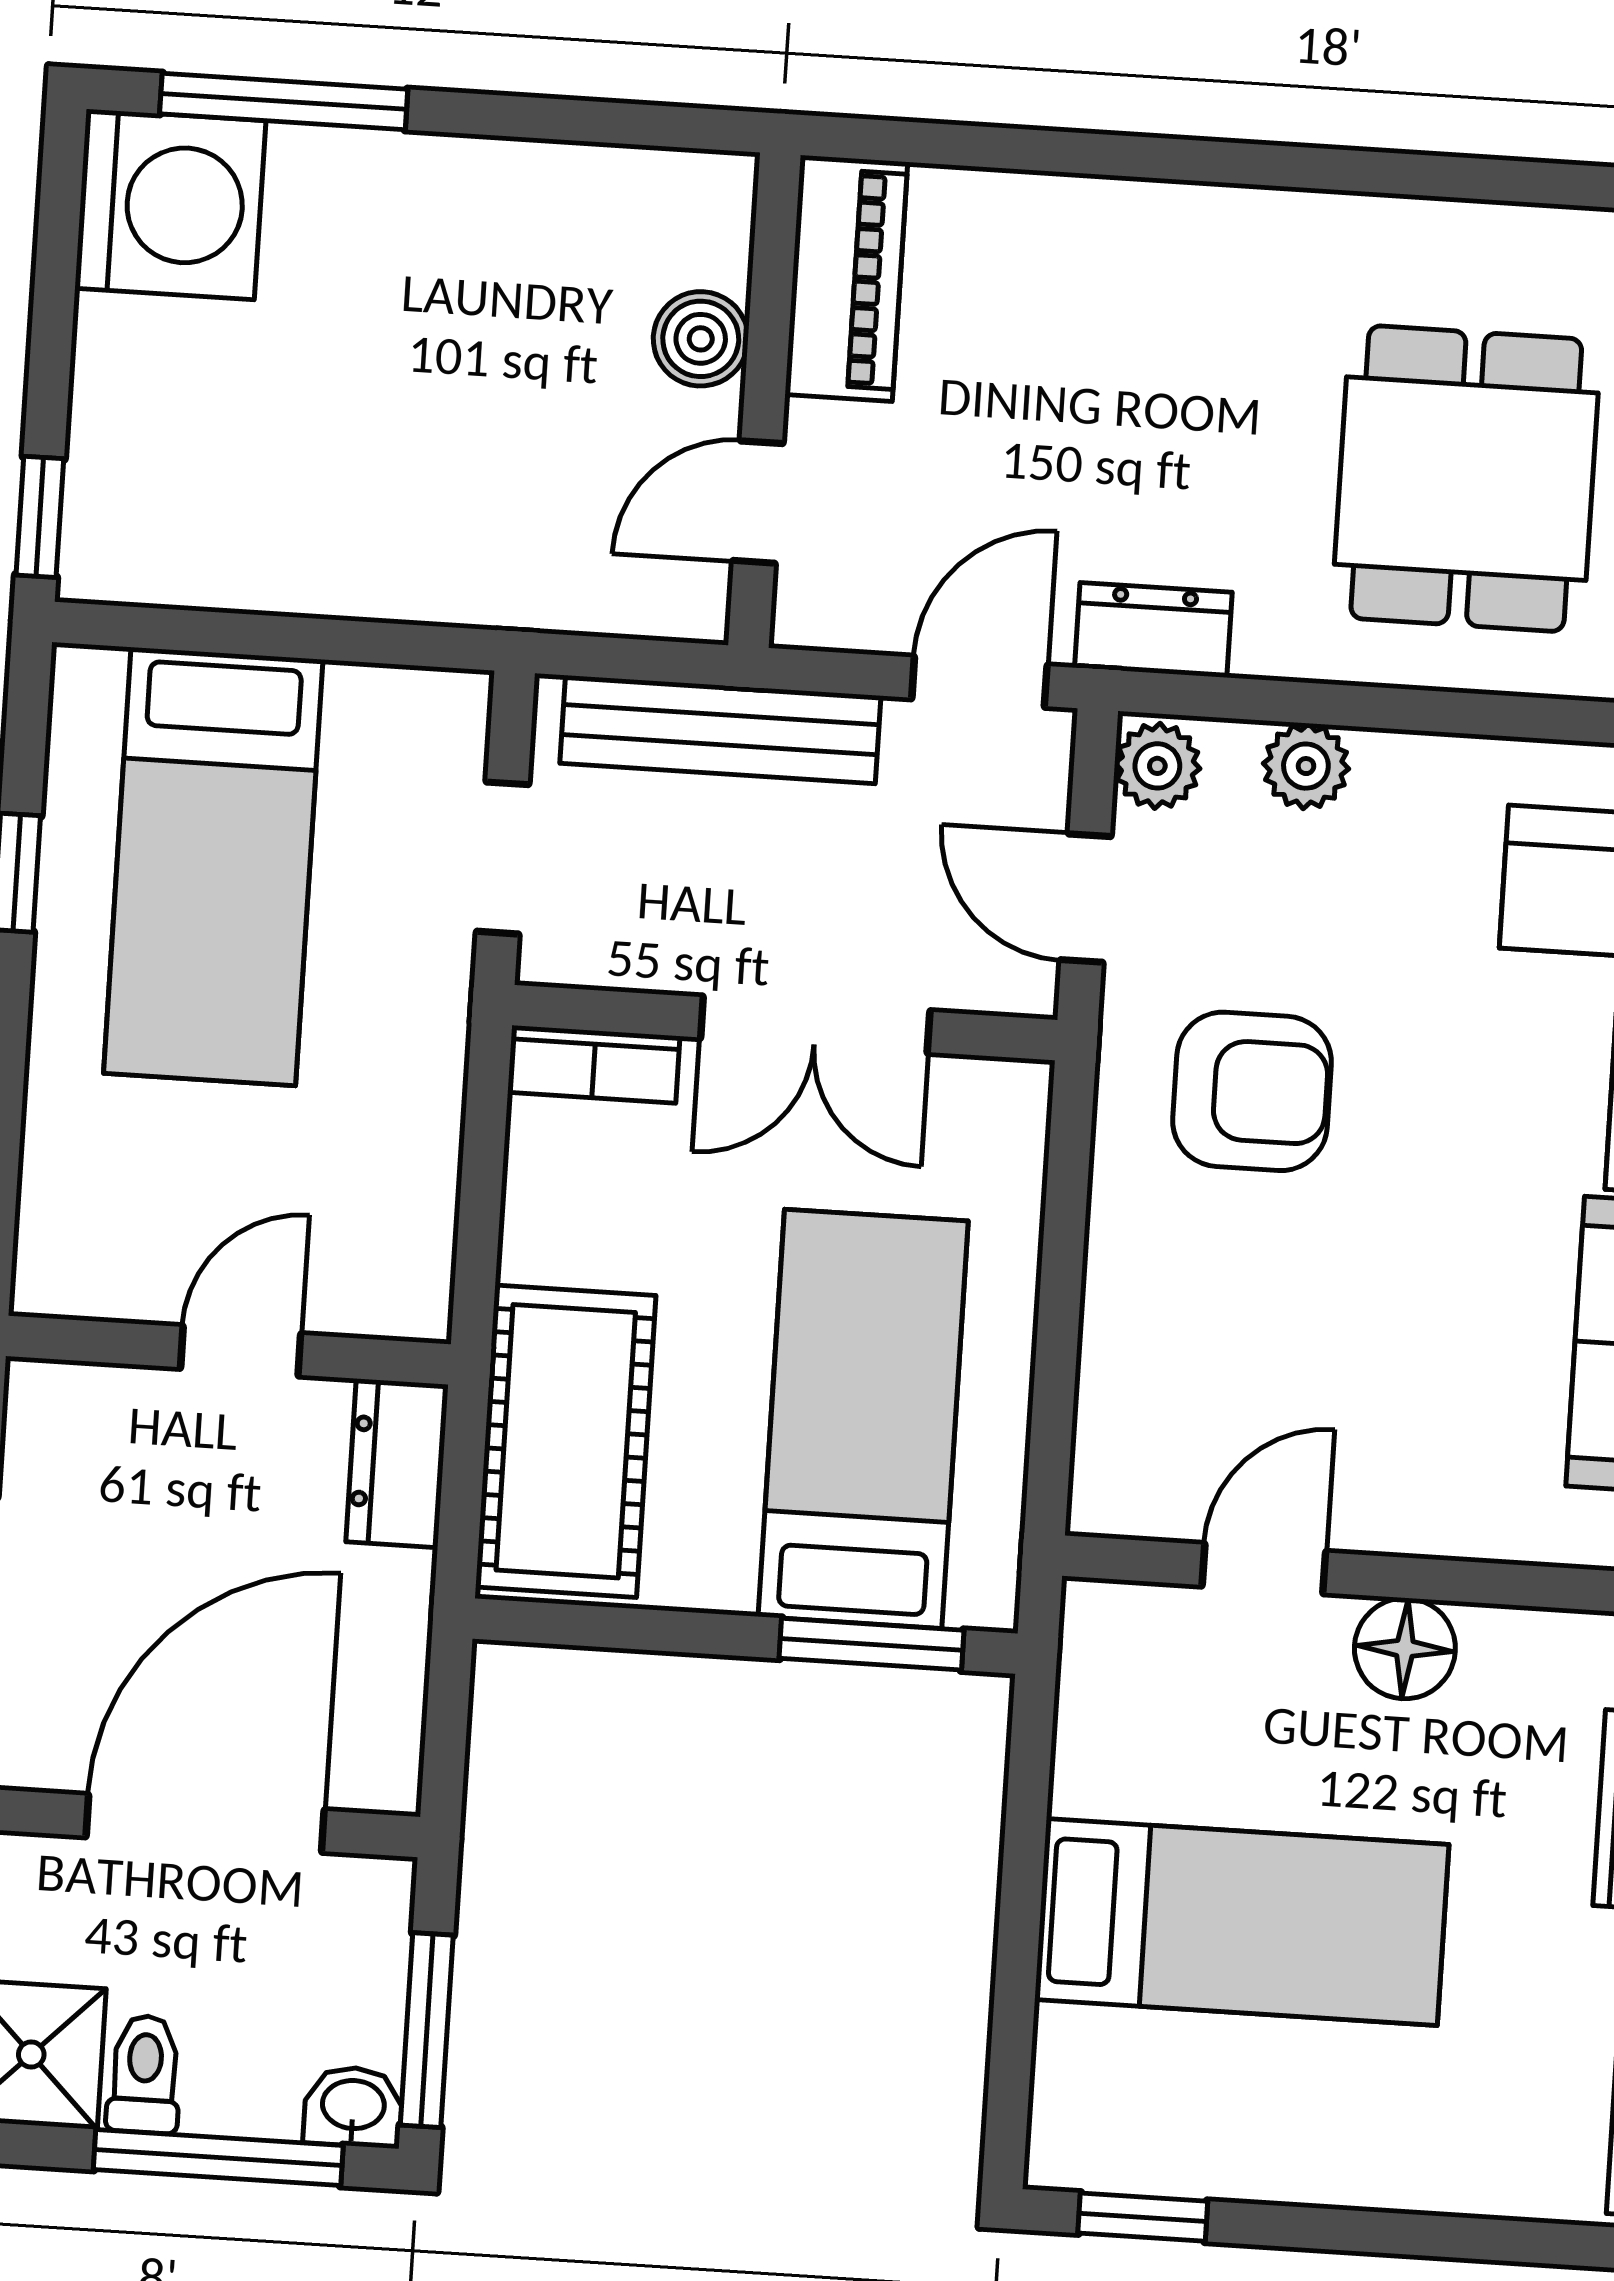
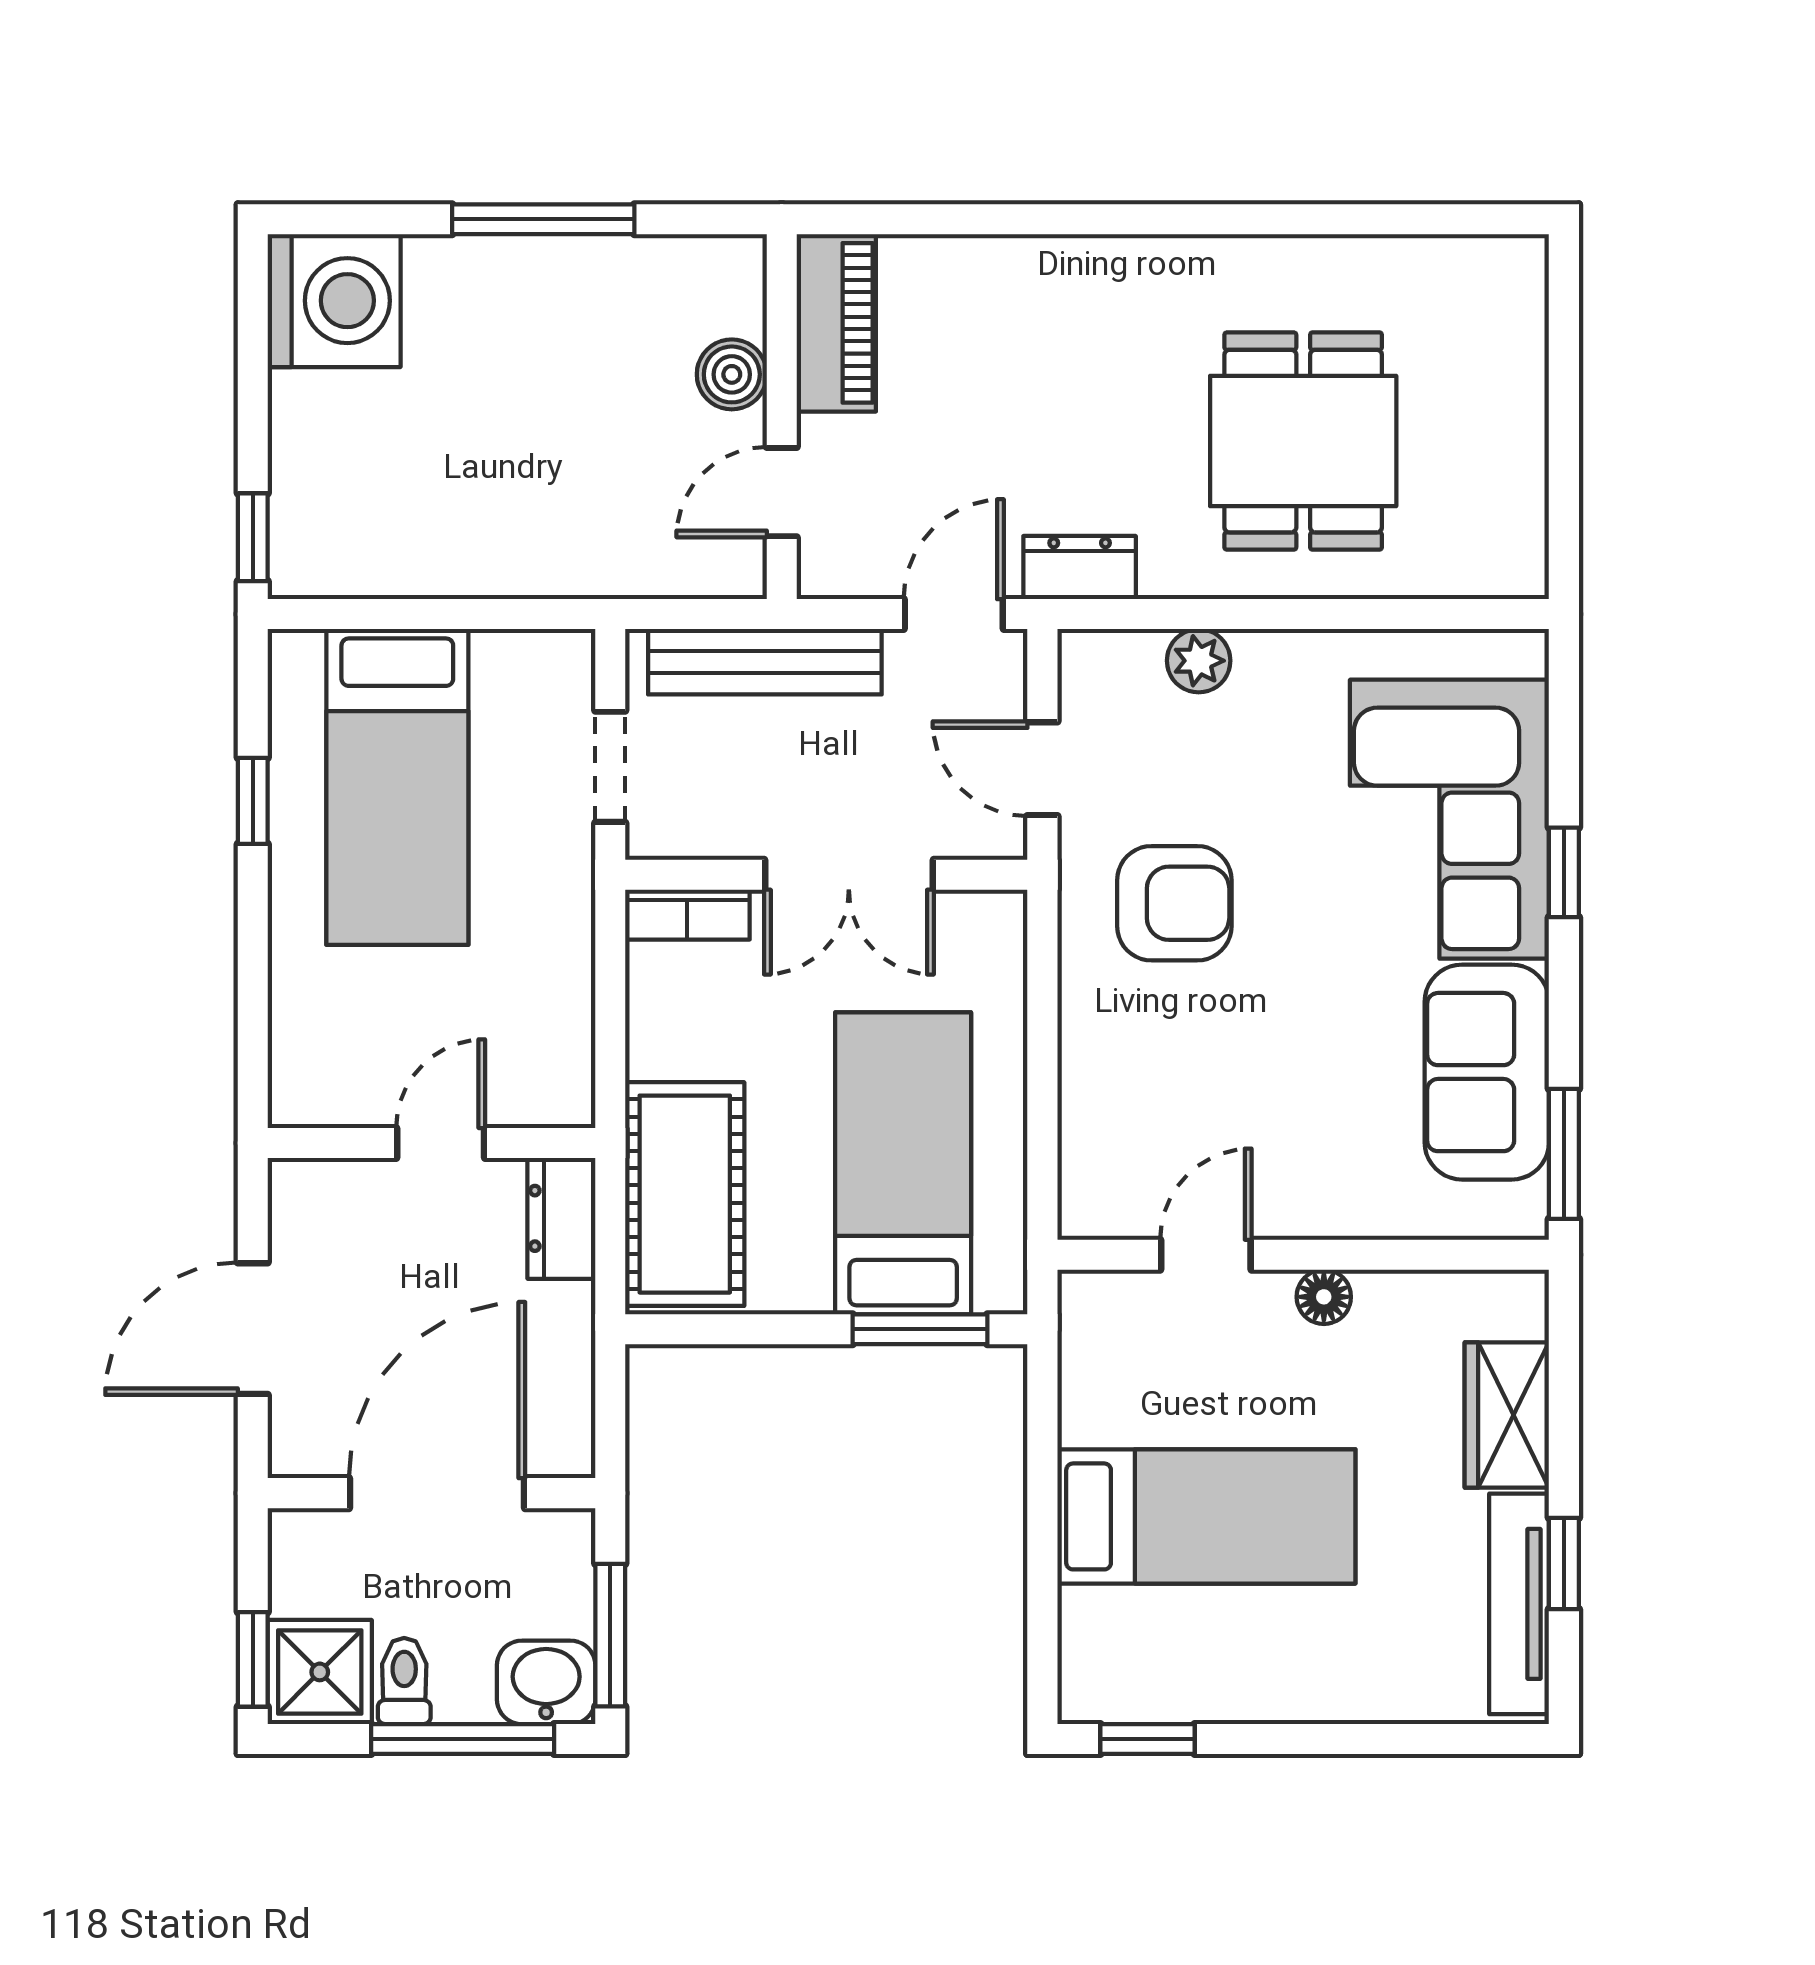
window: (284, 102) -> (543, 219), moved
plant: (1157, 766) -> (1089, 668), removed
floor lamp: (1405, 1648) -> (1324, 1297), width x0.73, depth x0.73
washbasin: (353, 2107) -> (546, 1682), width x1.38, depth x1.45

